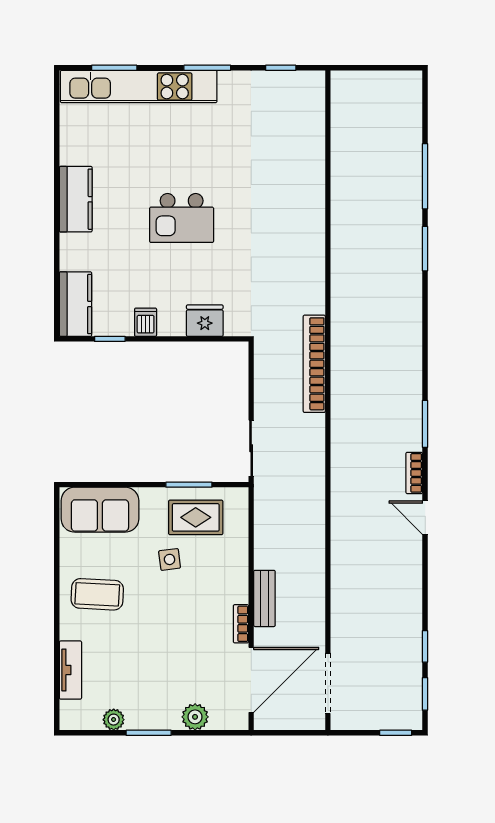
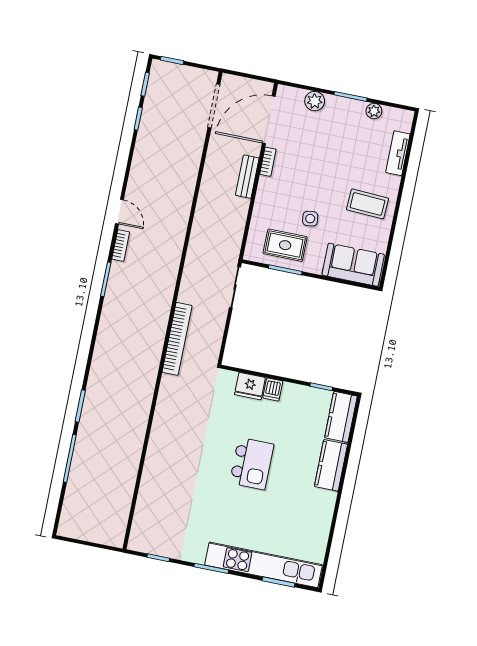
kitchen counter: (76, 199) -> (331, 465), moved
kitchen island: (182, 218) -> (252, 464), turned 90
dishwasher: (146, 322) -> (273, 390), moved

